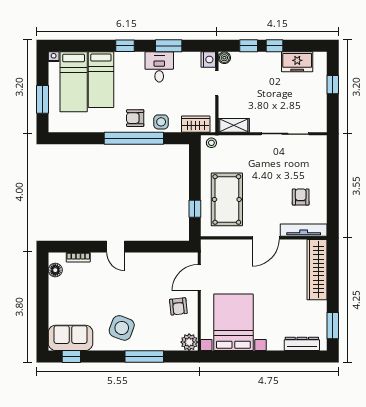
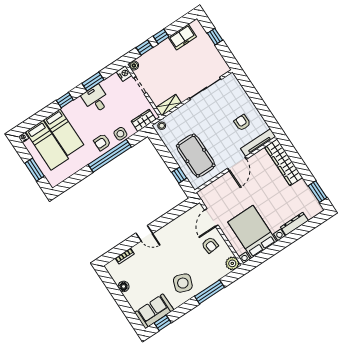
floor lamp: (55, 270) -> (124, 286), moved
dresser: (302, 344) -> (294, 224), moved

